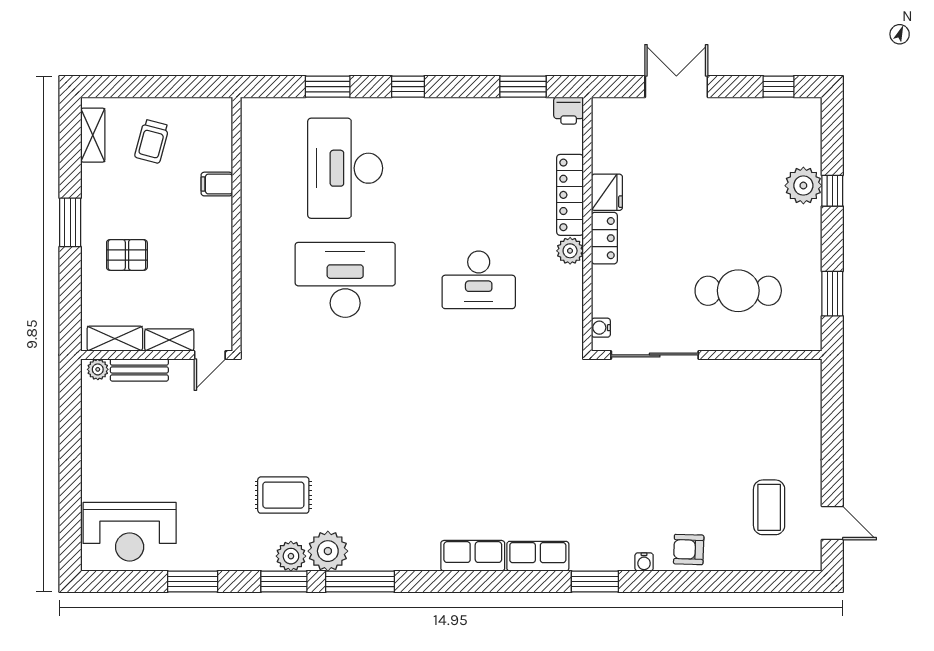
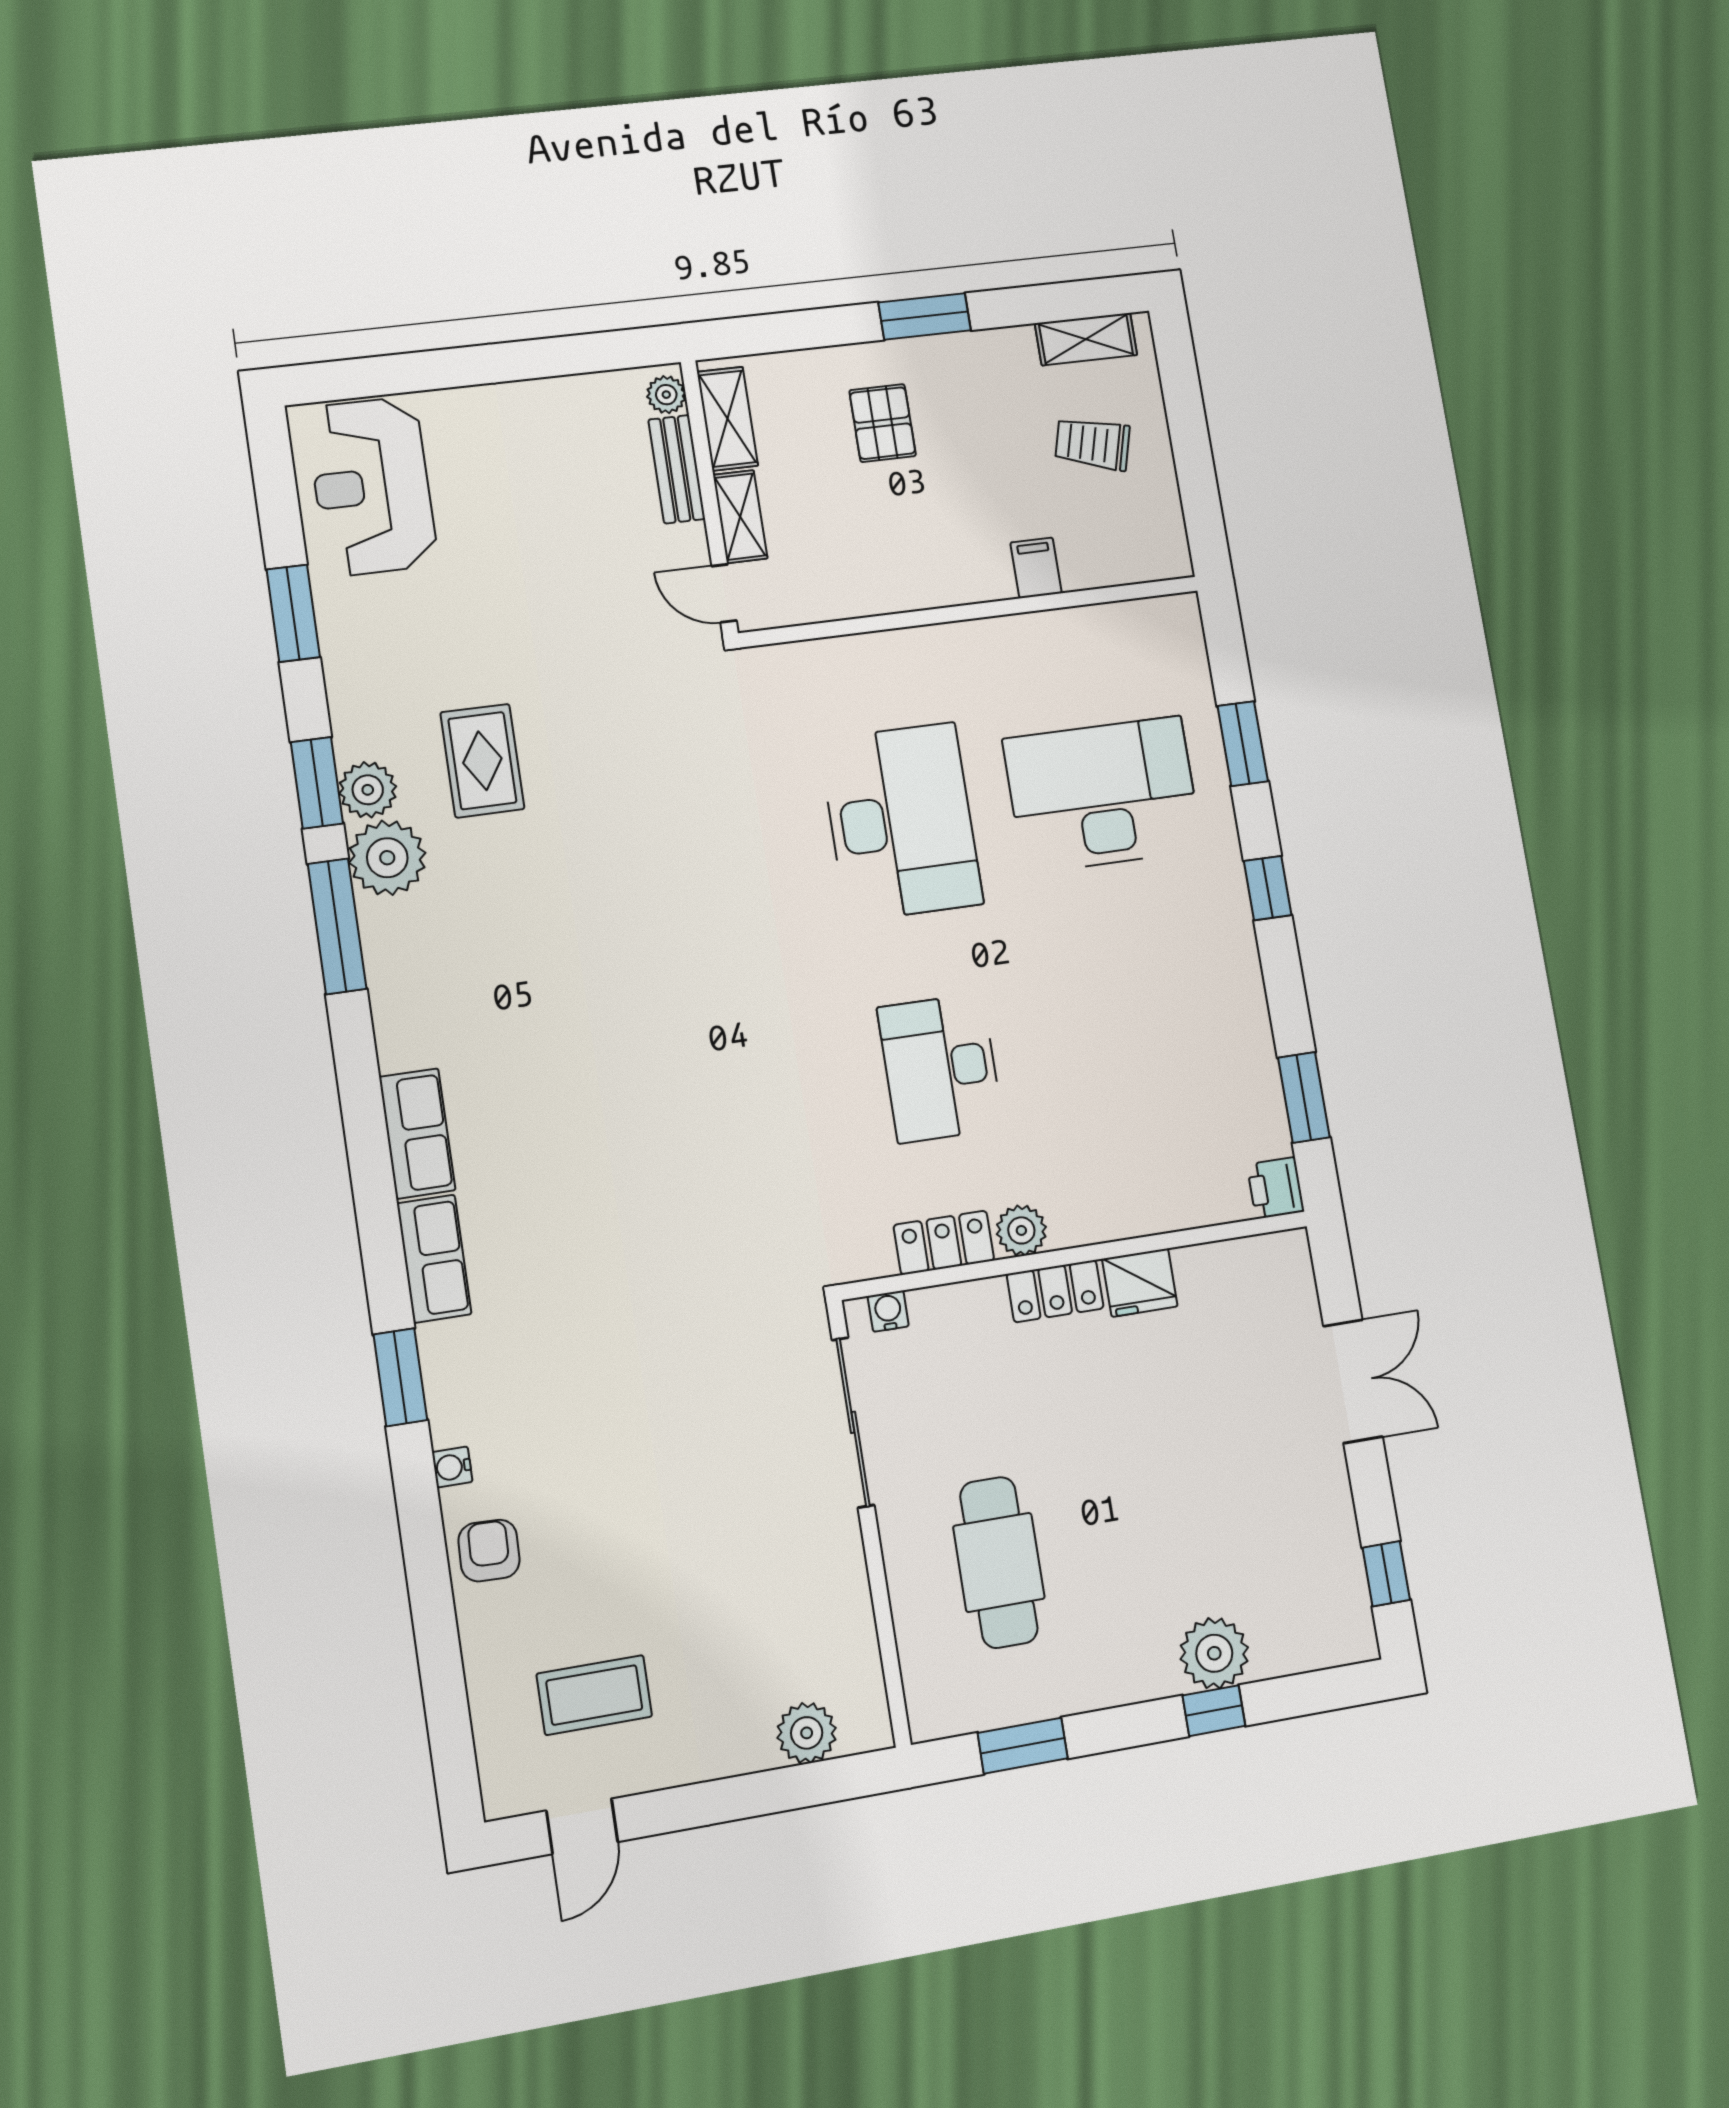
locker: (570, 195) -> (944, 1243), moved, width x0.66
plant: (806, 403) -> (807, 1733), added

